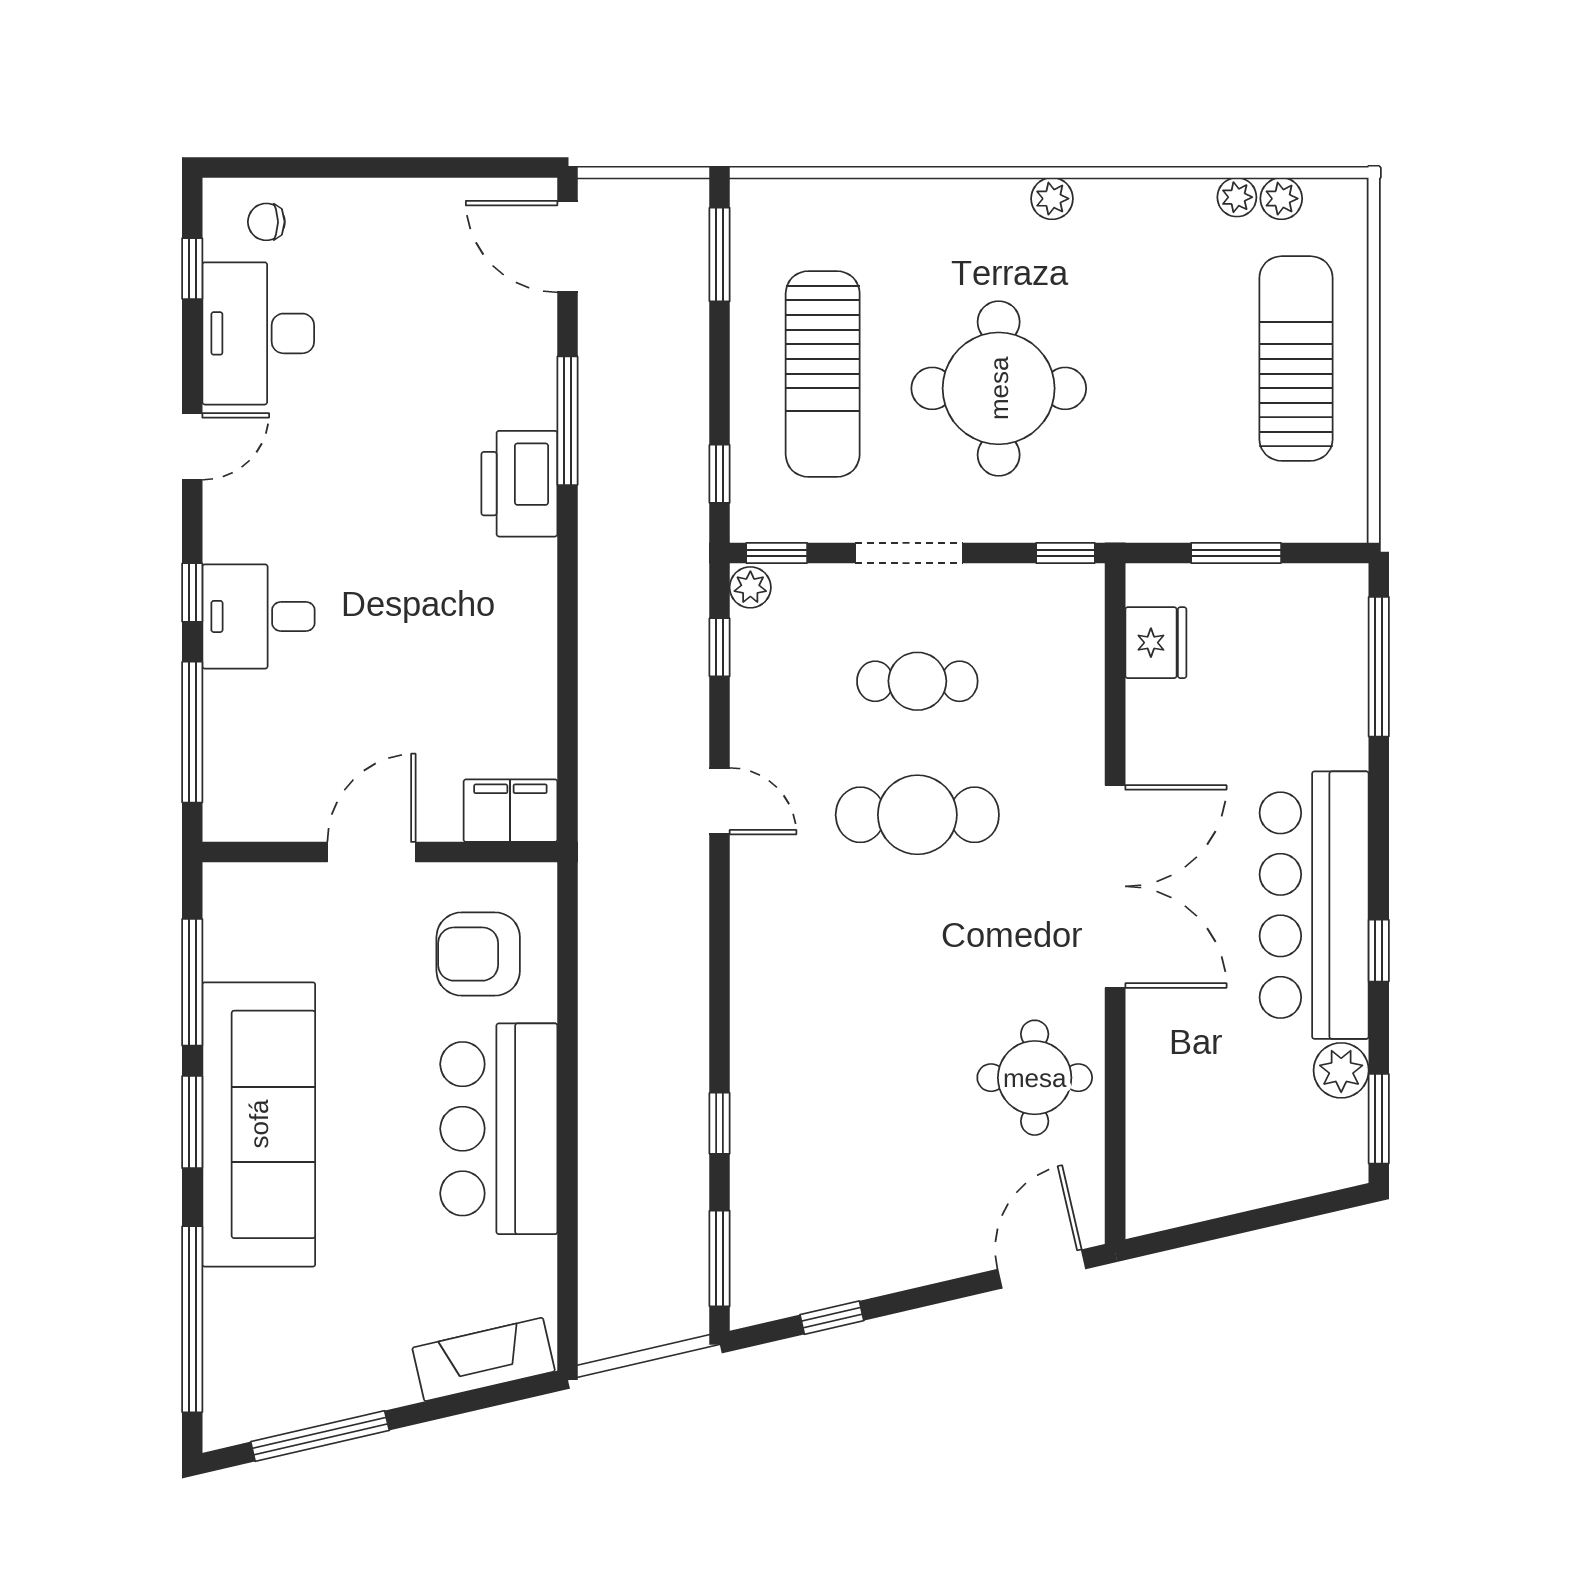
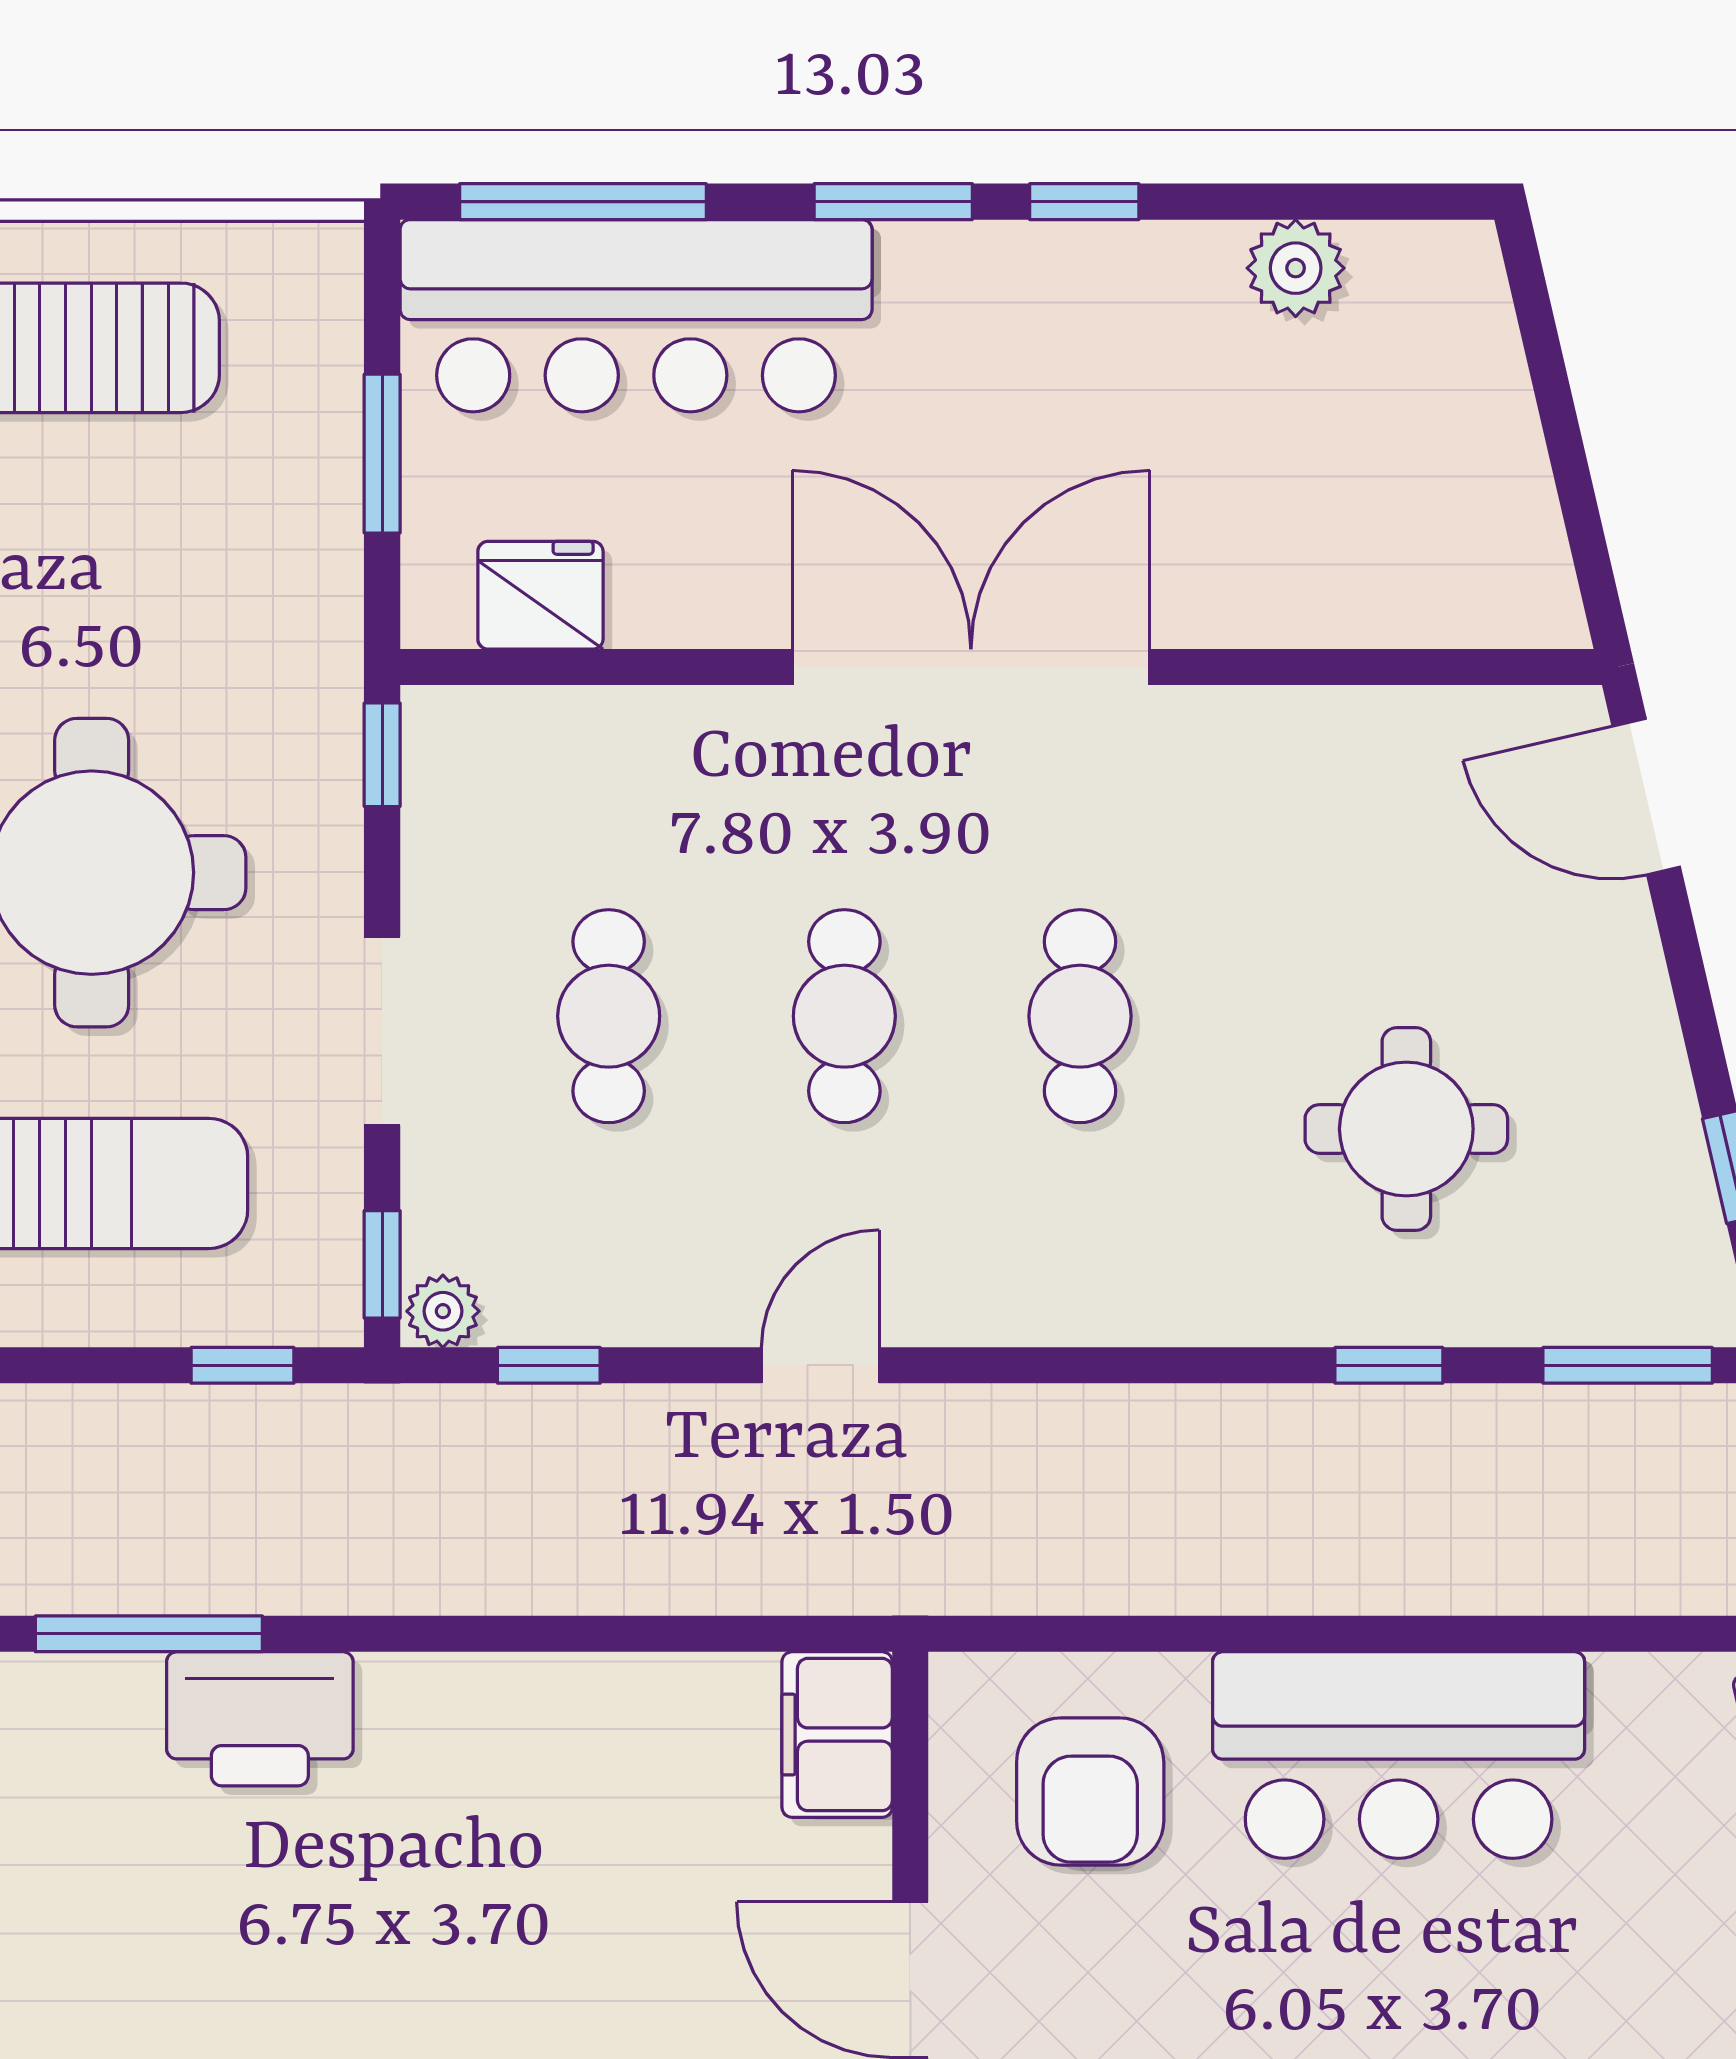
cafe table: (917, 815) -> (844, 1016), width x0.73, depth x0.74
bar counter: (1314, 905) -> (636, 316), moved
cafe table: (917, 948) -> (1080, 1016), added
round table: (1035, 1078) -> (1406, 1129), moved
window: (1379, 1119) -> (893, 202), moved

